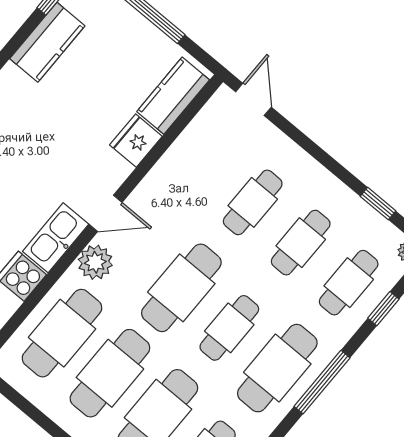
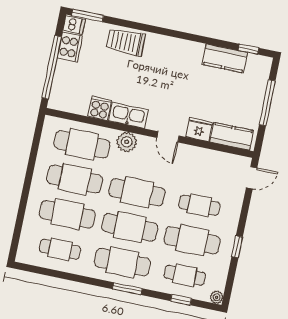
window: (378, 204) -> (237, 247), moved
door: (106, 213) -> (168, 137), moved
cafe table: (301, 243) -> (192, 240), width x1.37, depth x1.35
cafe table: (229, 328) -> (130, 227), width x1.37, depth x1.35
window: (322, 382) -> (127, 289), width x0.69

